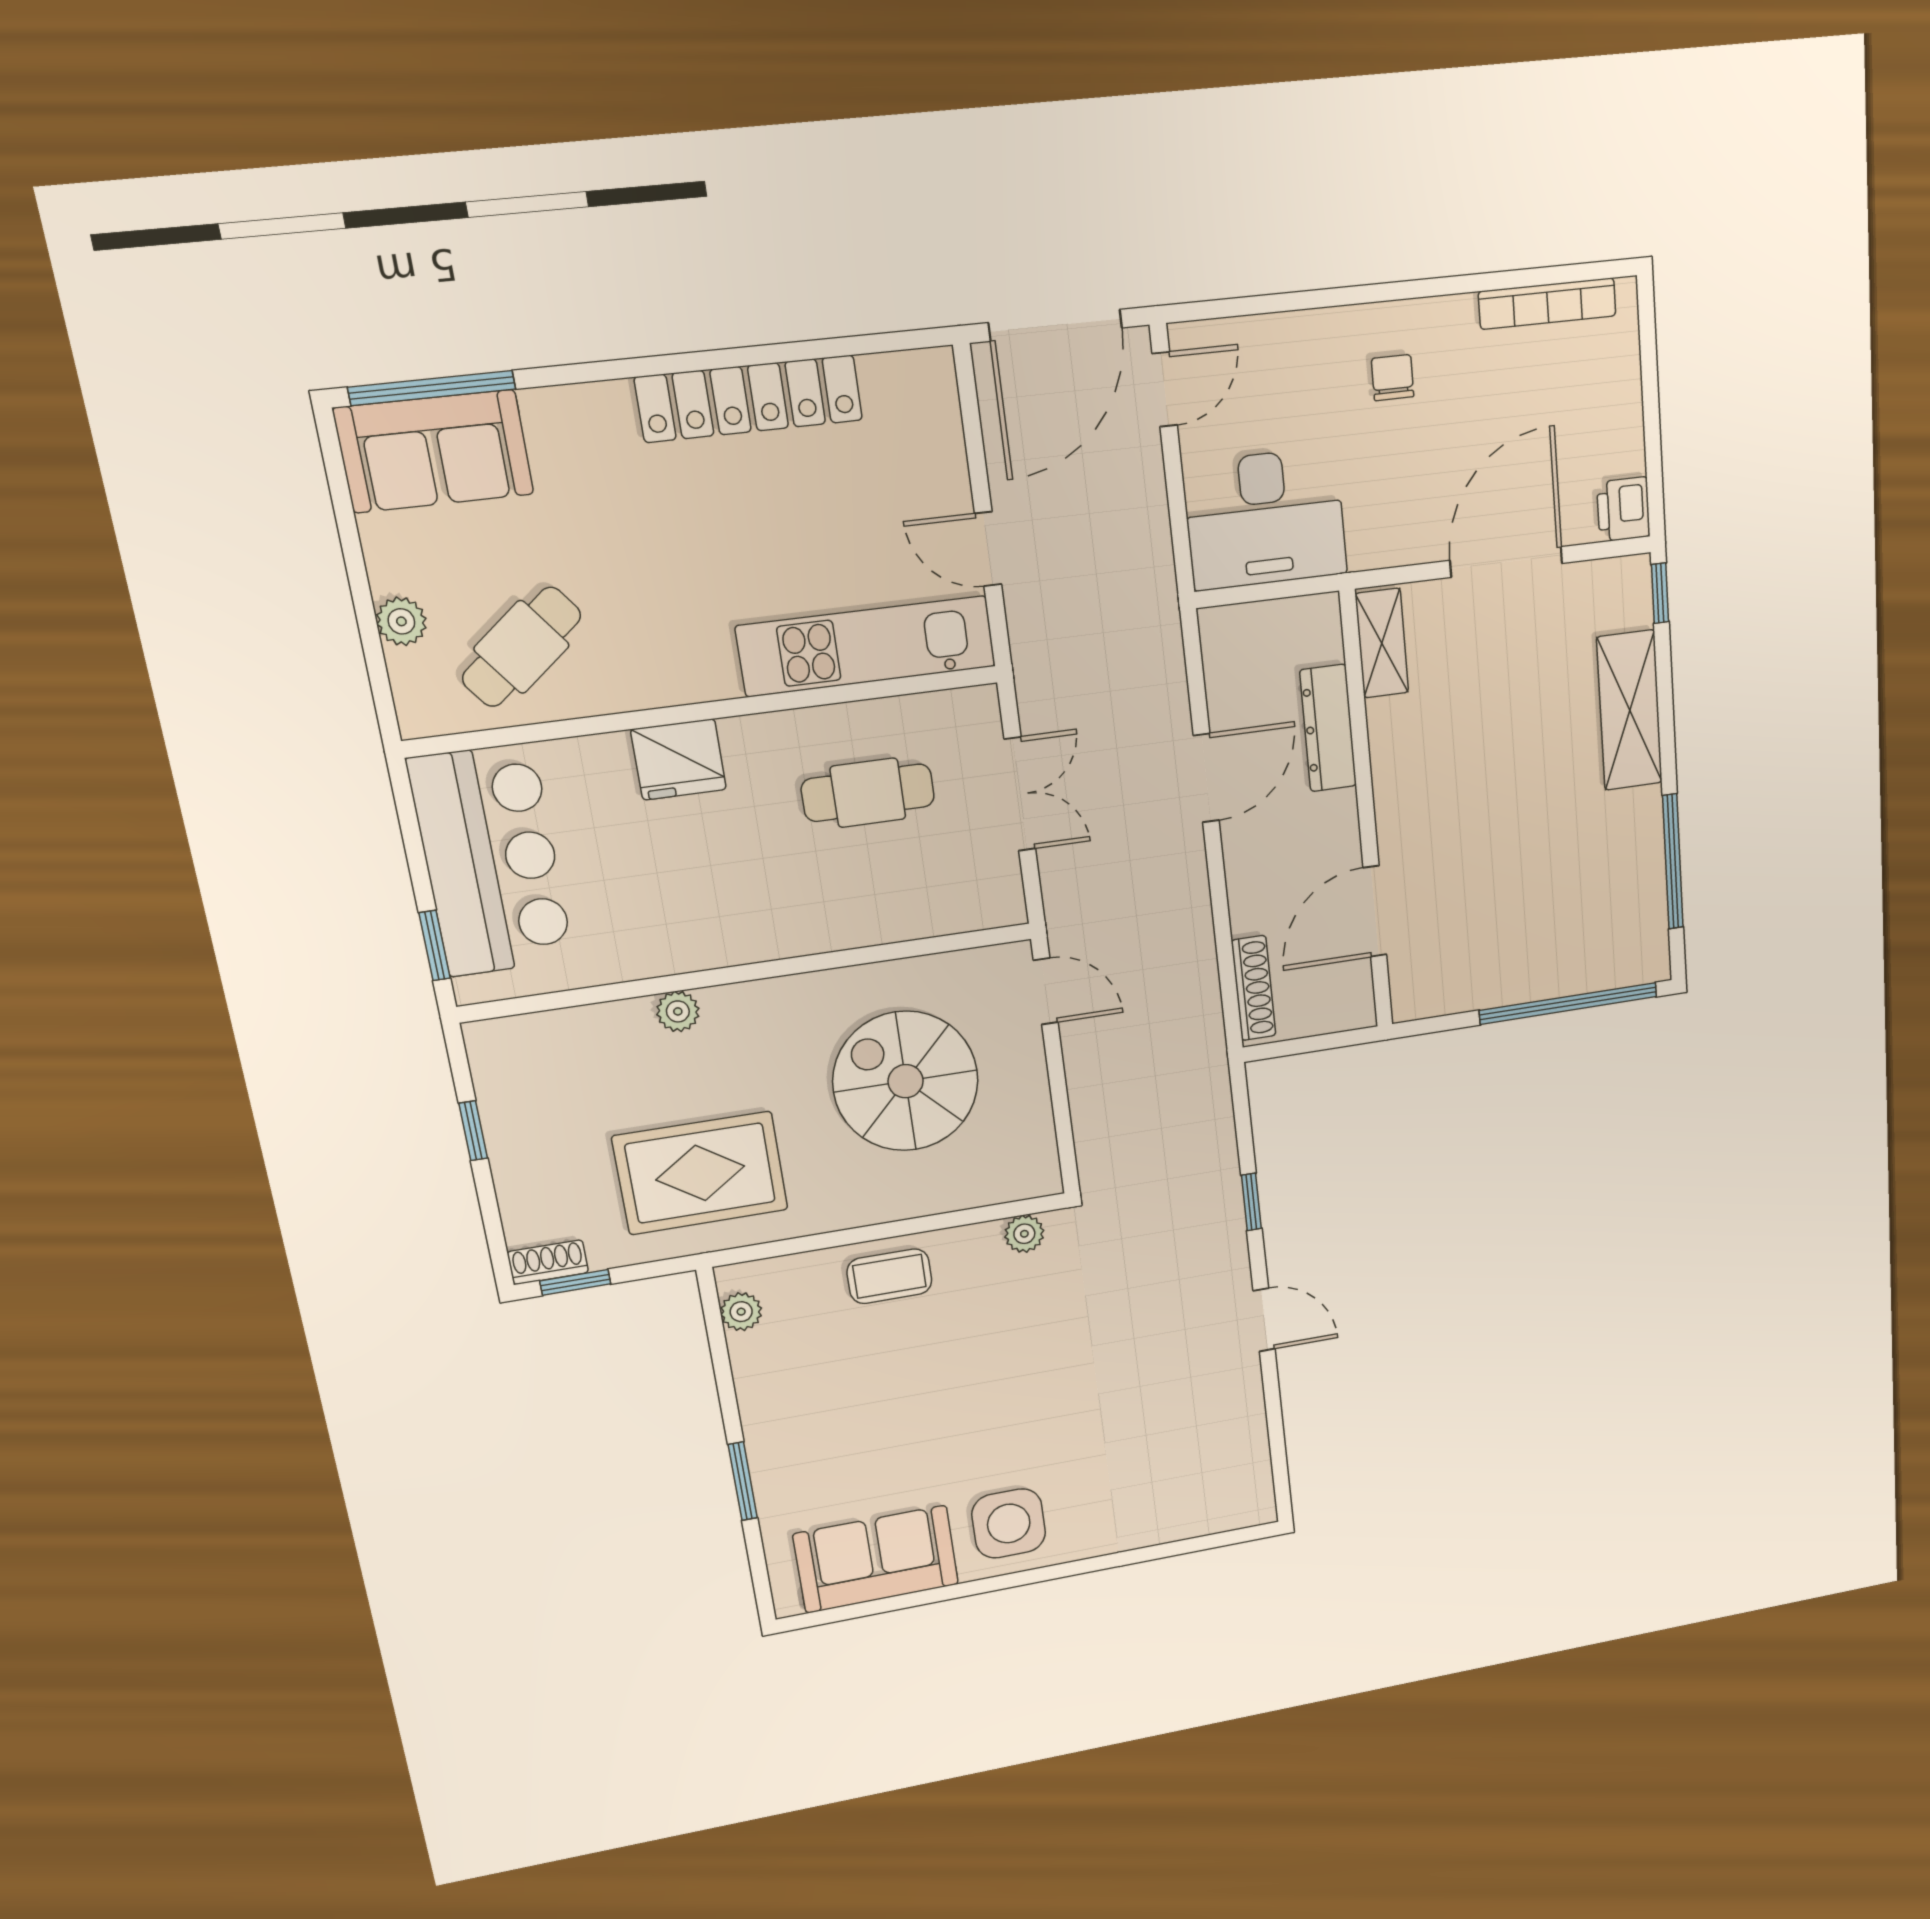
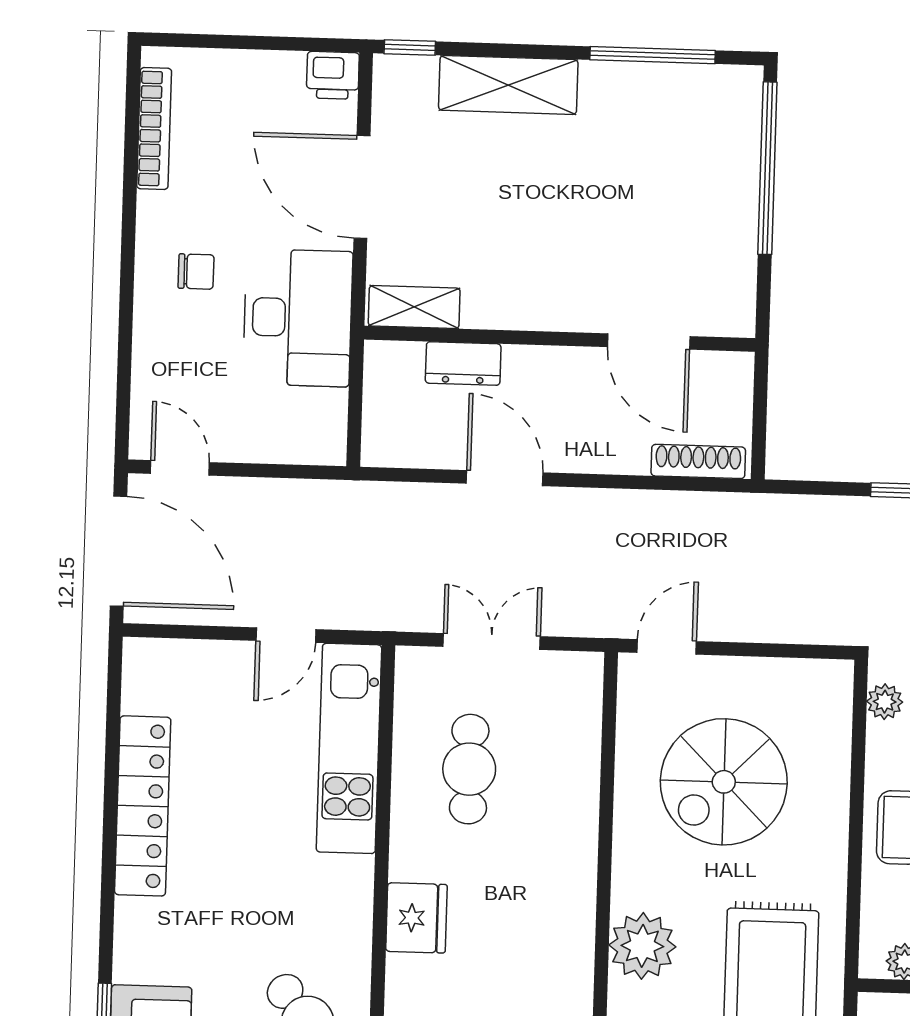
chair: (1393, 378) -> (196, 272), turned 180
desk: (1265, 519) -> (298, 318), moved
dresser: (1328, 728) -> (463, 364), width x0.70
plant: (678, 1011) -> (642, 946), width x1.87, depth x1.87

